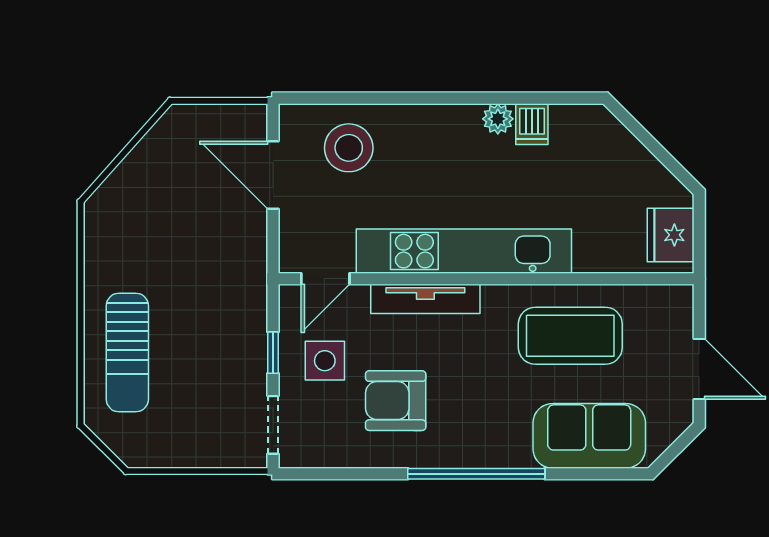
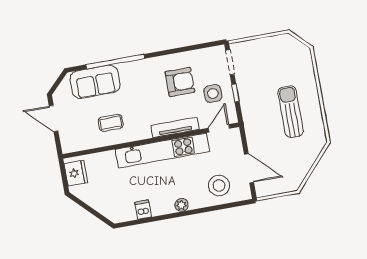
plant: (498, 119) -> (182, 205), moved
coffee table: (570, 336) -> (111, 123), width x0.54, depth x0.58
sun lounger: (127, 353) -> (291, 112), moved
window: (476, 474) -> (115, 62), moved

